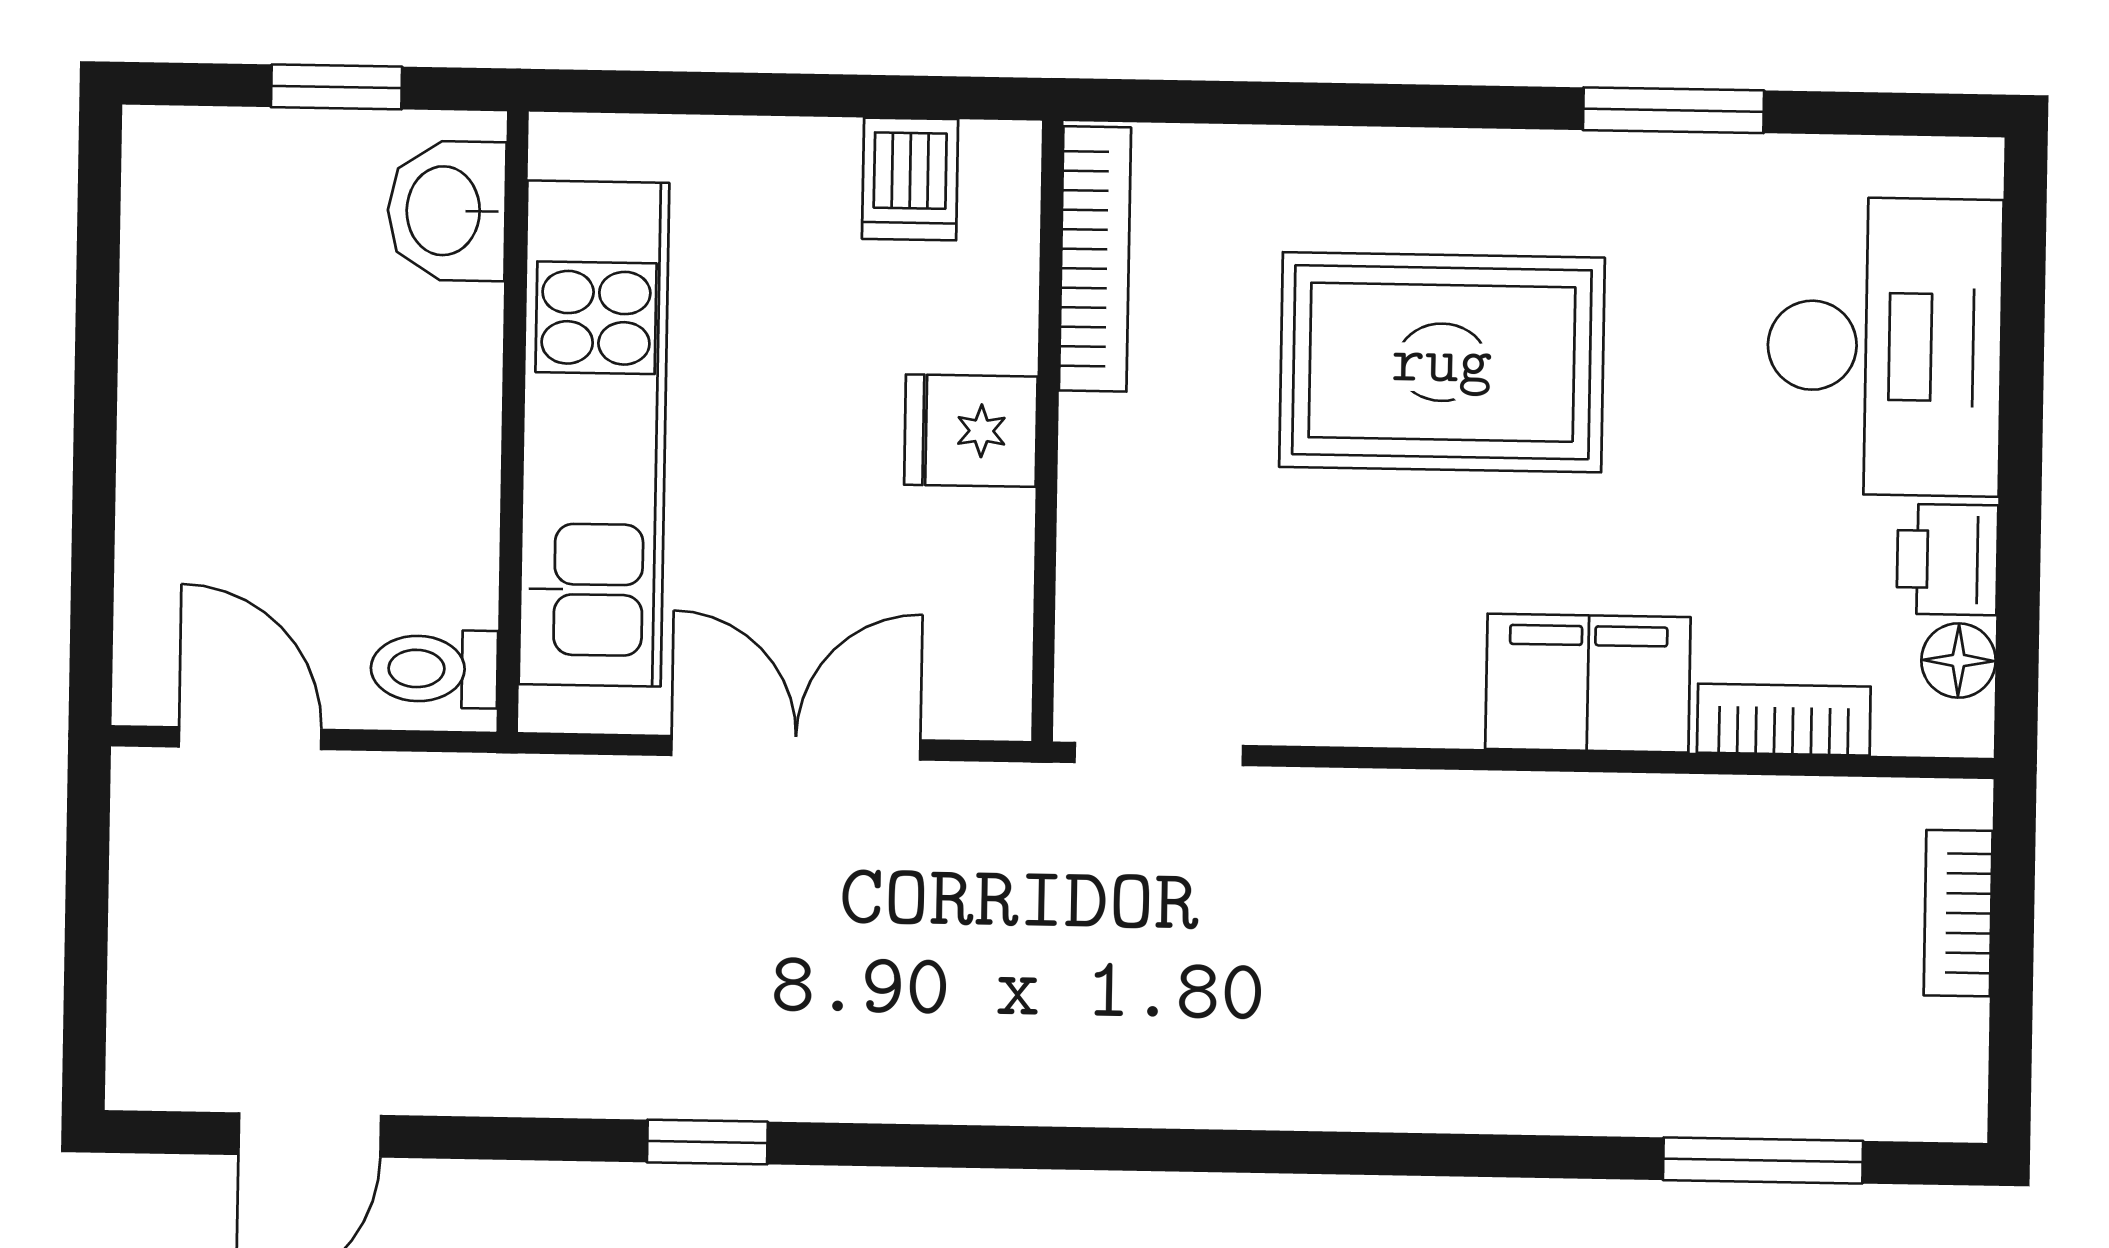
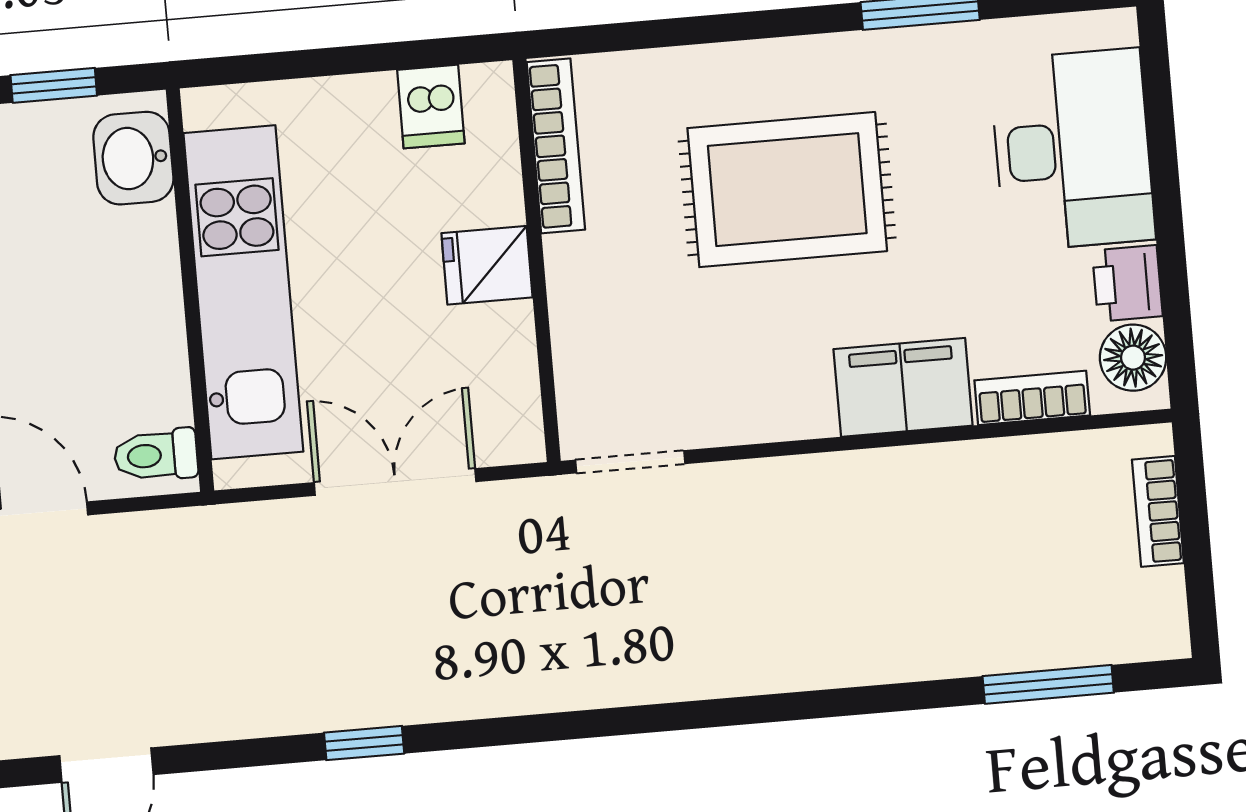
floor lamp: (1958, 660) -> (1133, 358), width x1.37, depth x1.37

